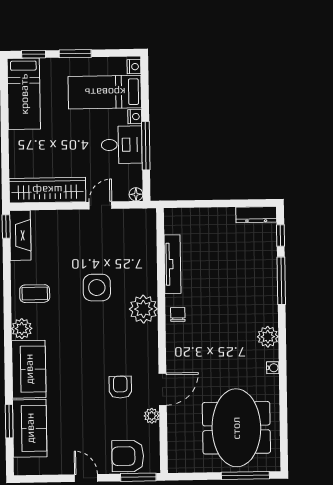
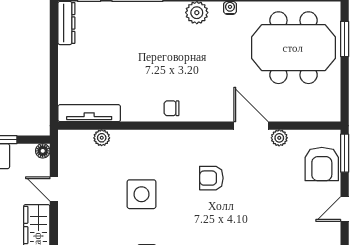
tv unit: (172, 264) -> (89, 113), moved
plant: (143, 309) -> (102, 138), moved, width x0.53, depth x0.53
armchair: (120, 387) -> (211, 178), moved
window: (245, 476) -> (345, 39), width x0.69

